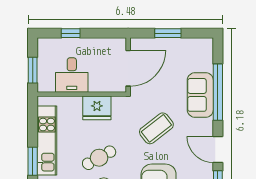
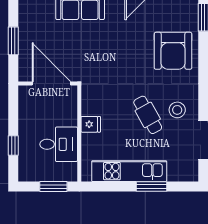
fridge: (97, 108) -> (91, 124), width x0.53, depth x0.75
coffee table: (156, 128) -> (116, 53), removed

